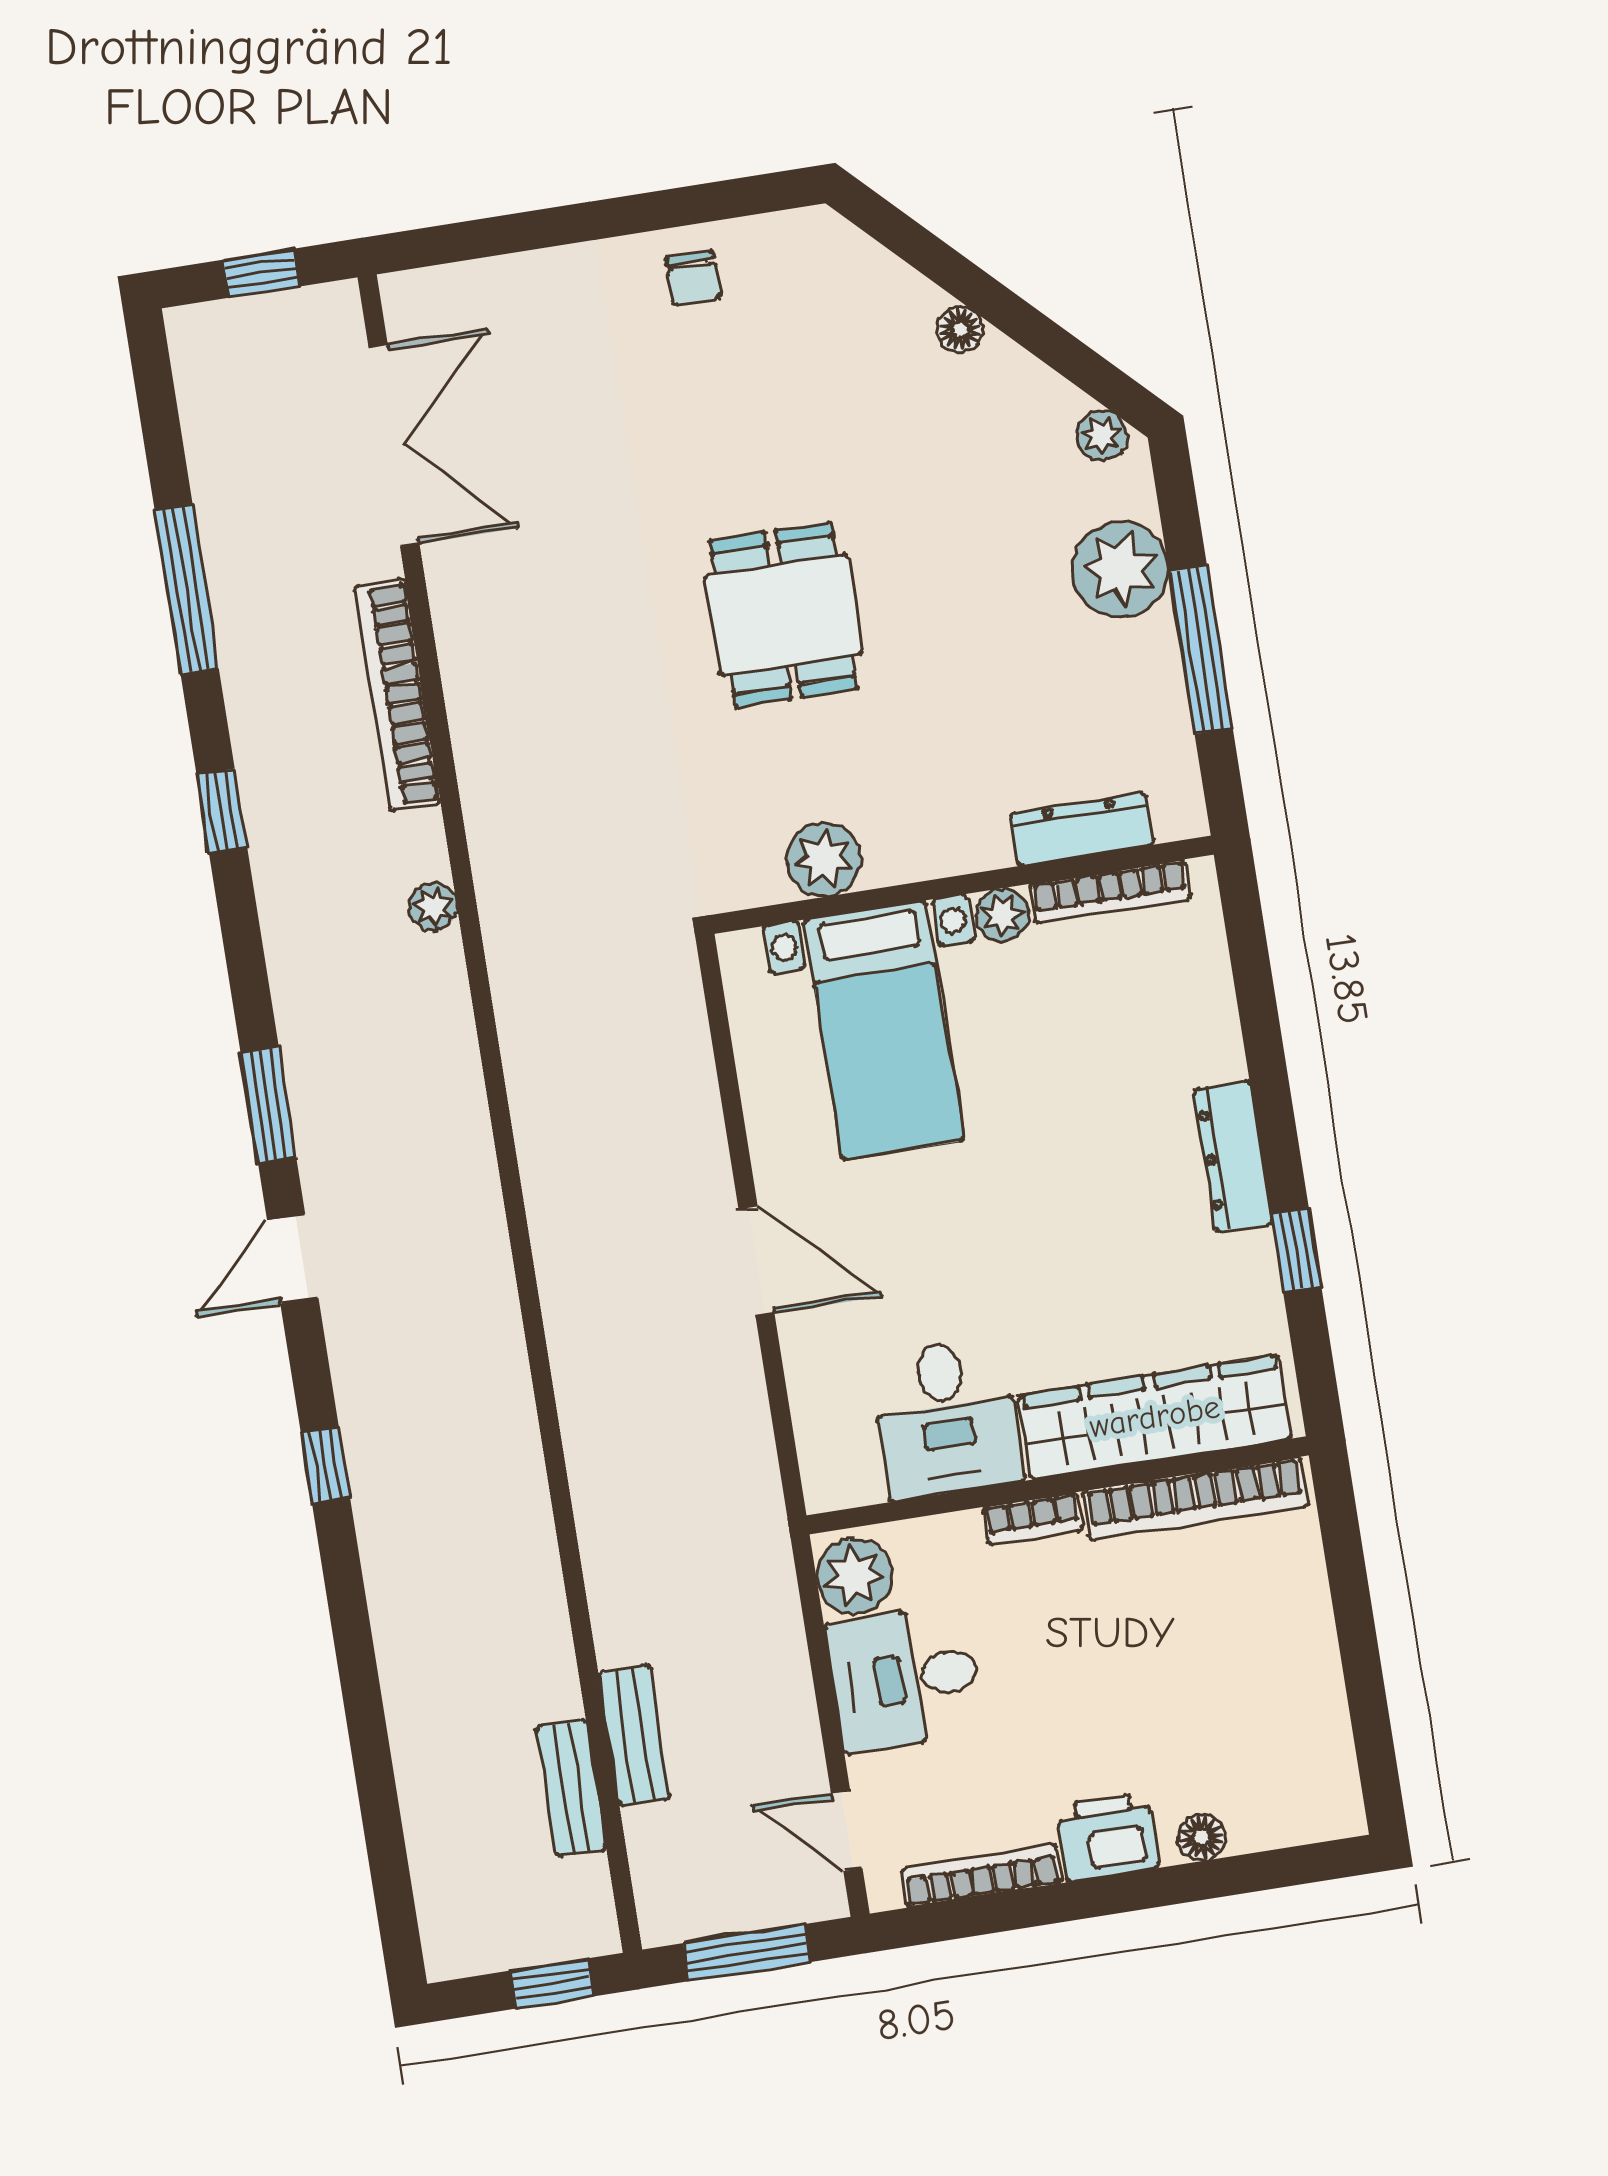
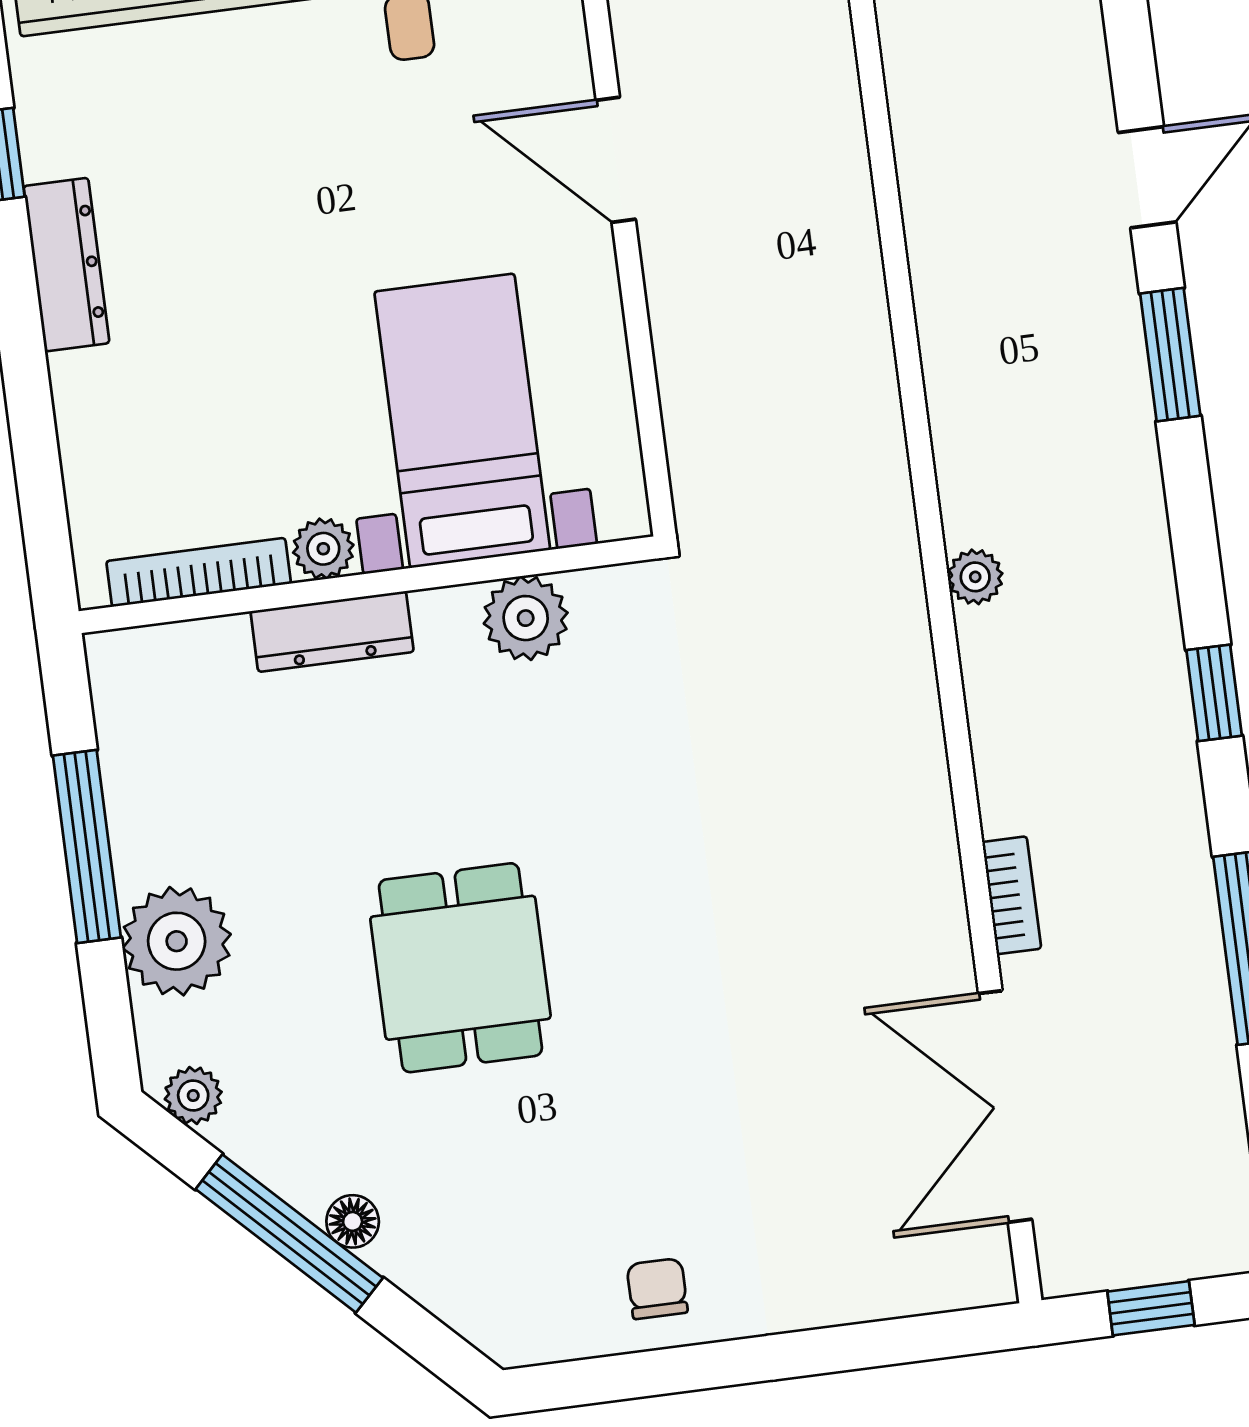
window: (1015, 317) -> (289, 1234), added
dining table: (783, 615) -> (460, 968), moved
bookcase: (397, 695) -> (1012, 895), width x0.43, depth x0.76
dresser: (1082, 829) -> (332, 631), moved

